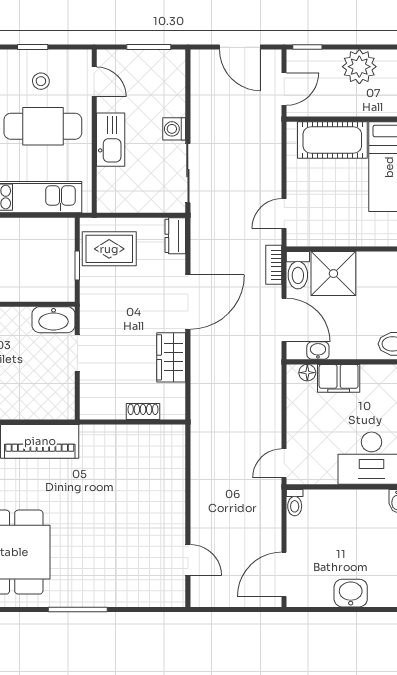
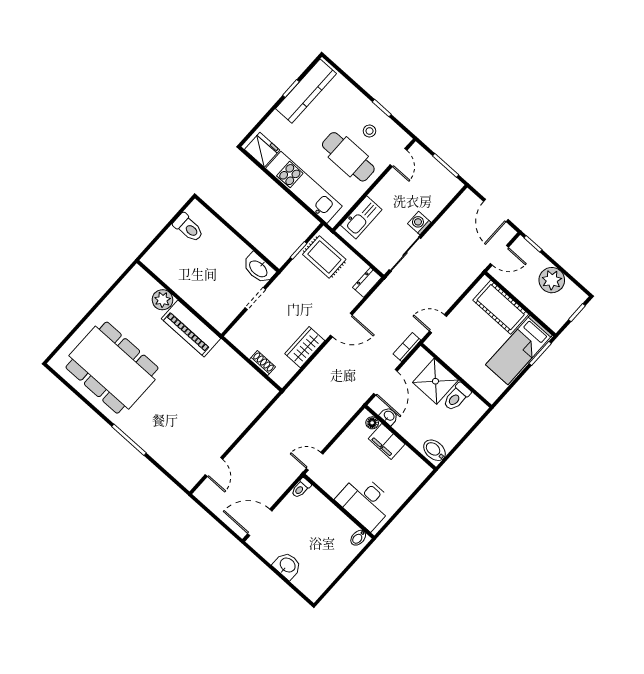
kitchen sink: (111, 140) -> (361, 217), moved
toilet: (298, 270) -> (457, 397), moved
door: (188, 302) -> (341, 325), width x0.73

